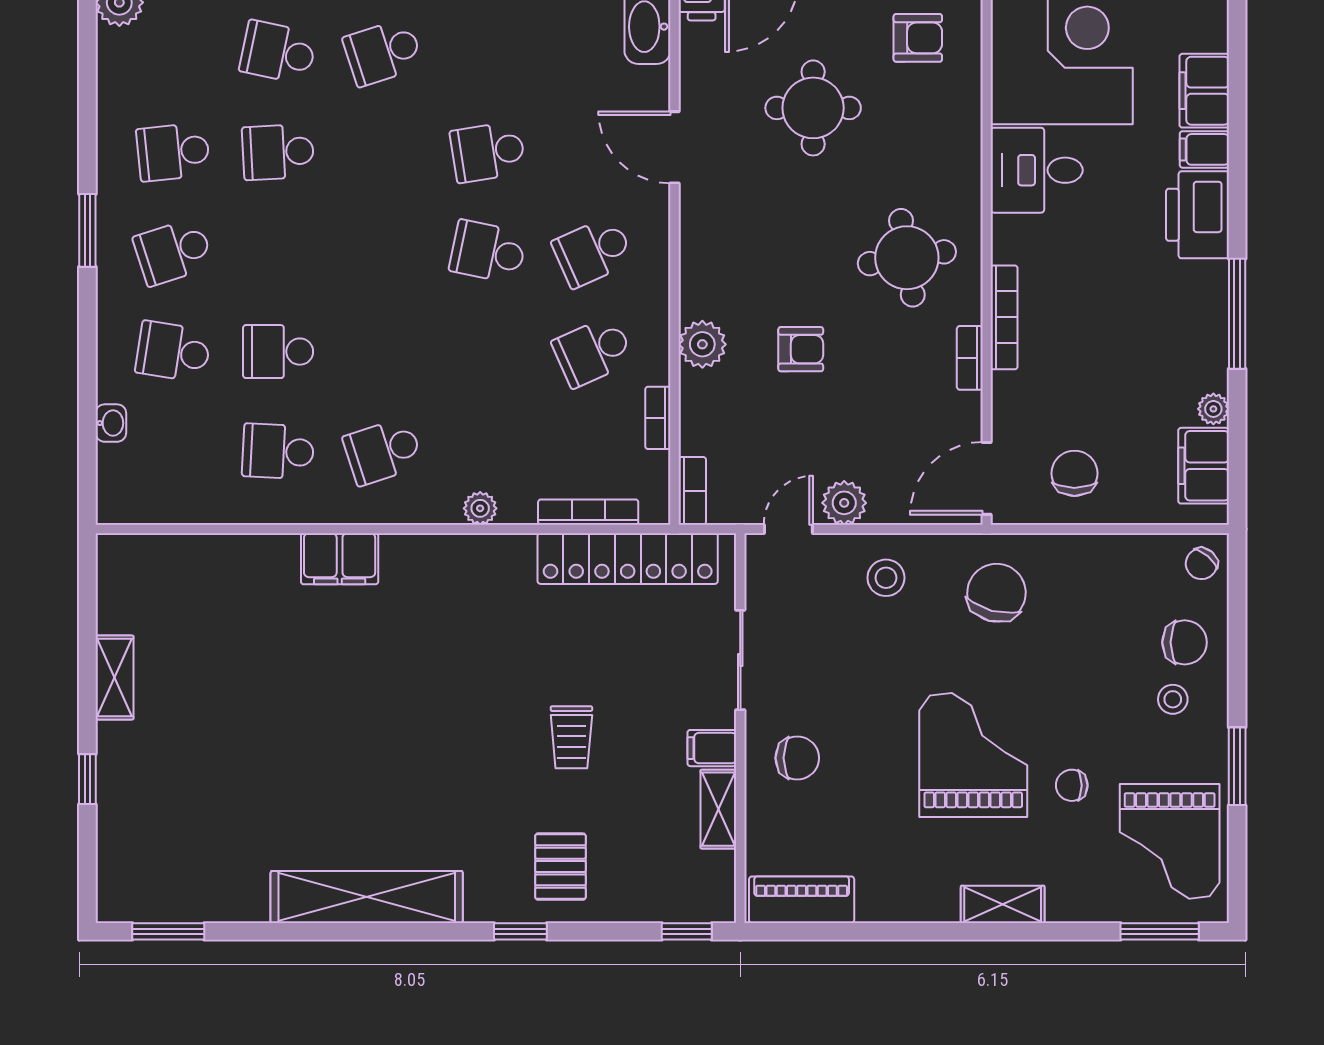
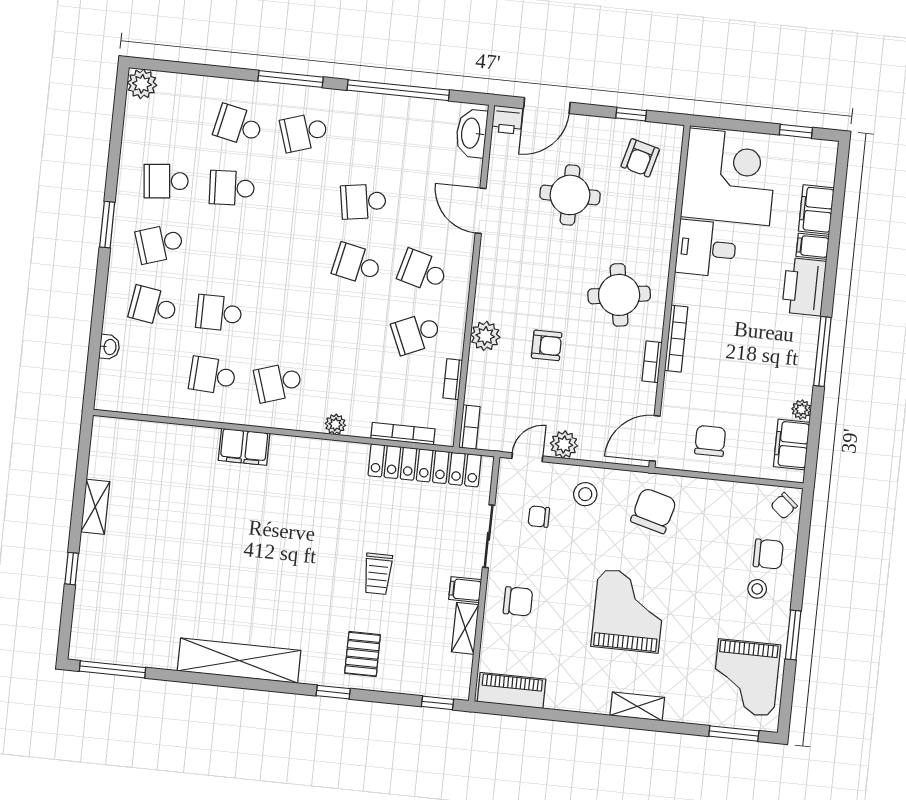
armchair: (918, 38) -> (640, 158), turned 105
school desk: (593, 252) -> (423, 271), turned 39
chair: (1072, 785) -> (539, 517), moved
window: (168, 931) -> (113, 669), width x1.44

